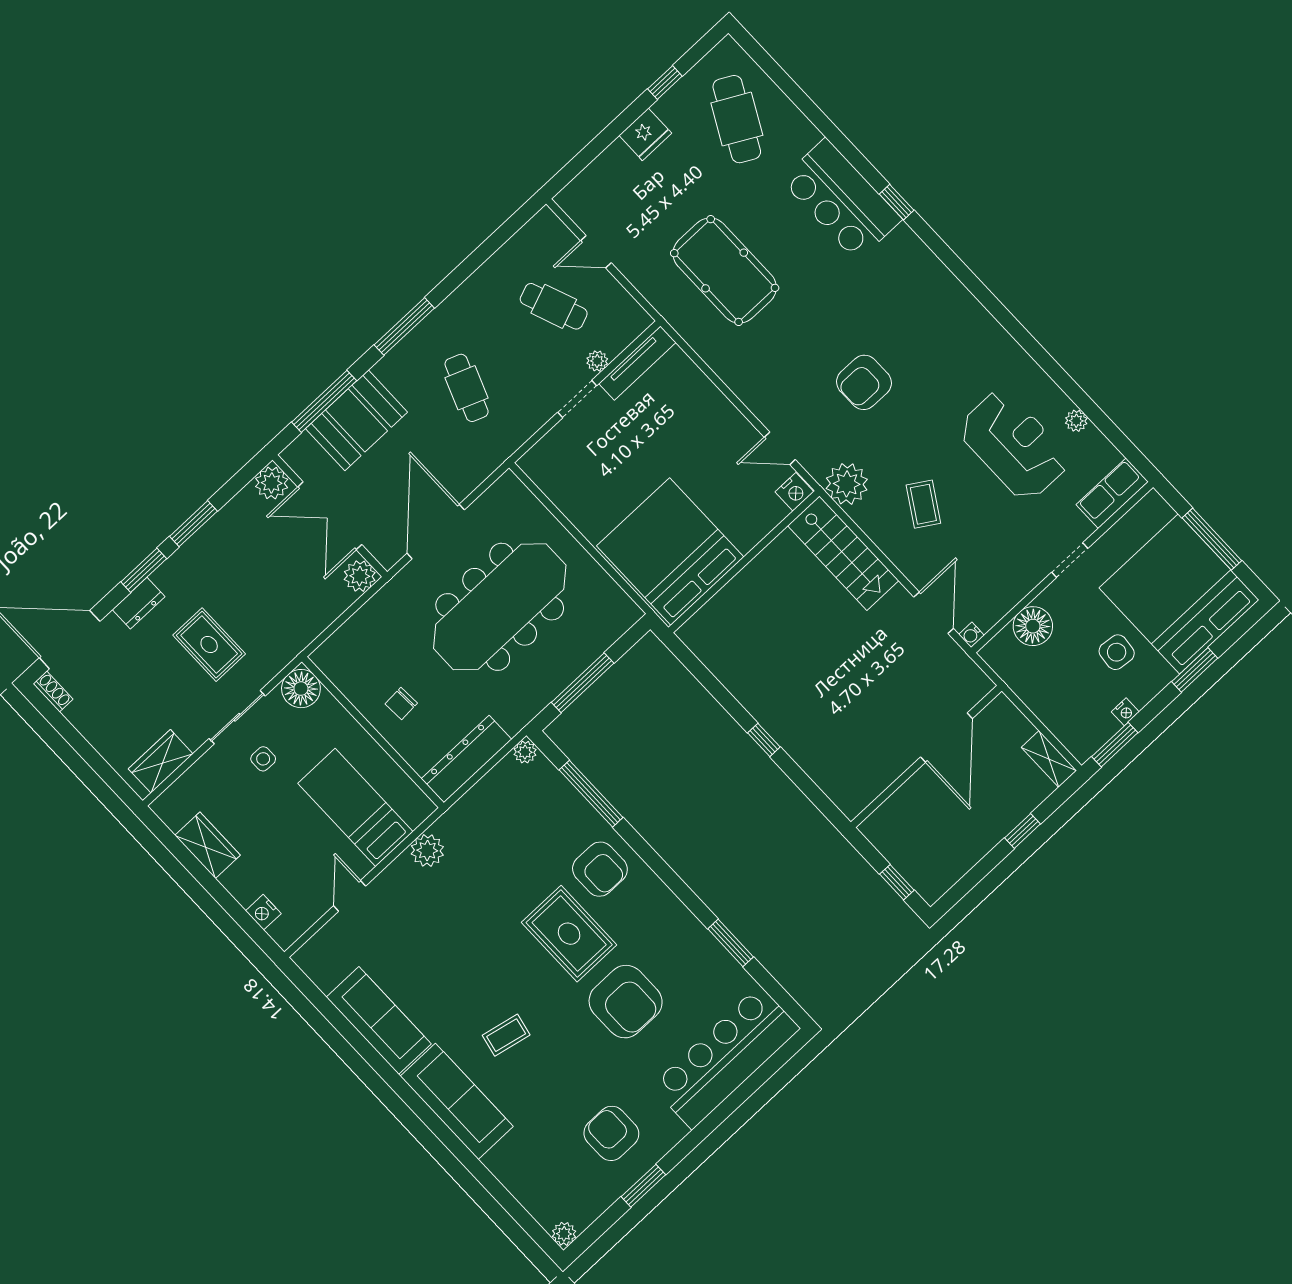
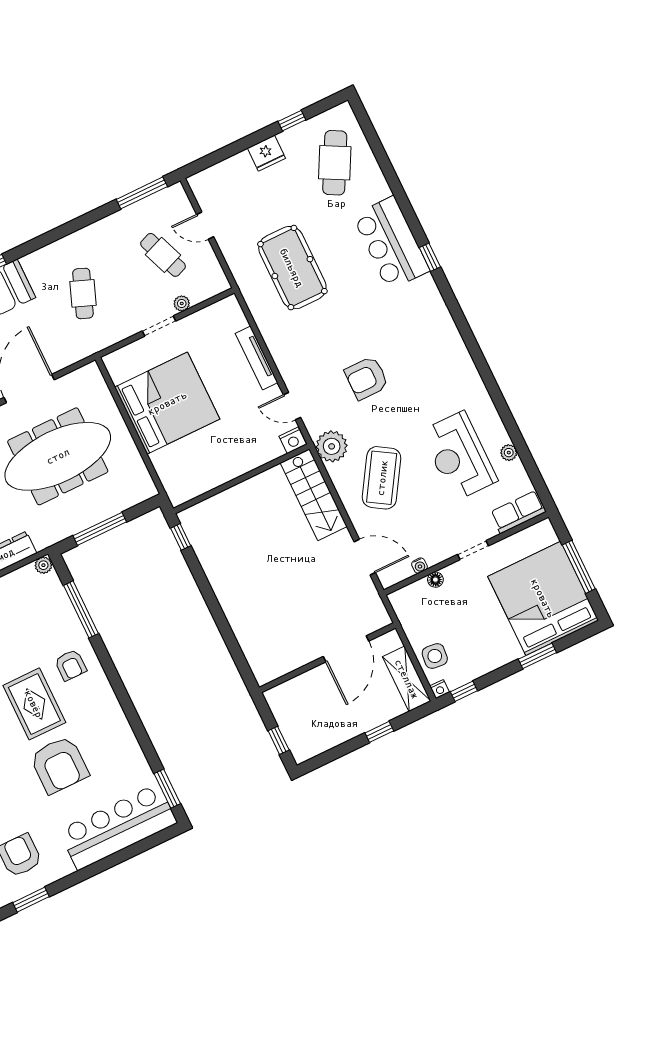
window: (404, 326) -> (142, 193), moved
tv unit: (637, 363) -> (257, 358), moved, turned 90
reception desk: (1014, 445) -> (459, 456), turned 180
coffee table: (923, 504) -> (382, 478), width x1.86, depth x1.72
bed: (670, 551) -> (167, 403), moved, turned 90
door: (934, 613) -> (365, 557), hinge flipped
floor lamp: (1033, 626) -> (435, 580), width x0.53, depth x0.53
water cooler: (972, 635) -> (419, 566), moved, turned -90
side table: (1117, 652) -> (435, 656), moved
nightstand: (1125, 712) -> (439, 689), moved
window: (764, 740) -> (181, 537), moved
window: (1115, 745) -> (464, 691), width x0.67
shelving: (1049, 759) -> (407, 679), width x1.50, depth x1.33
armchair: (600, 869) -> (71, 665), width x0.72, depth x0.72
window: (731, 943) -> (167, 789), moved

